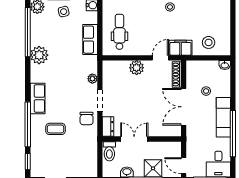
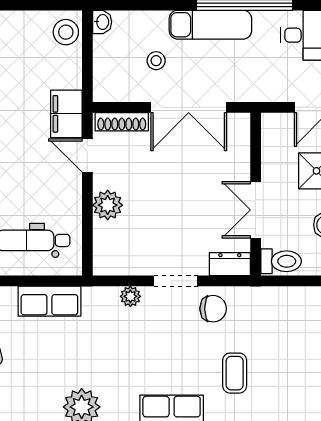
stool: (209, 42) -> (66, 32), moved

